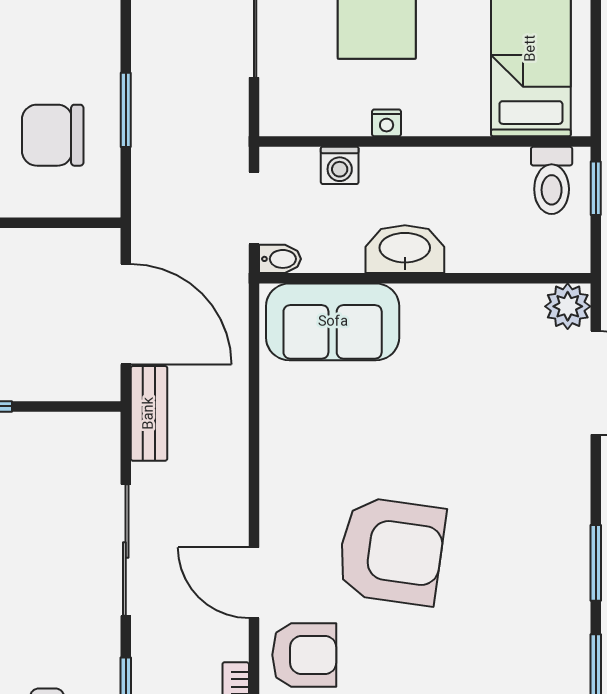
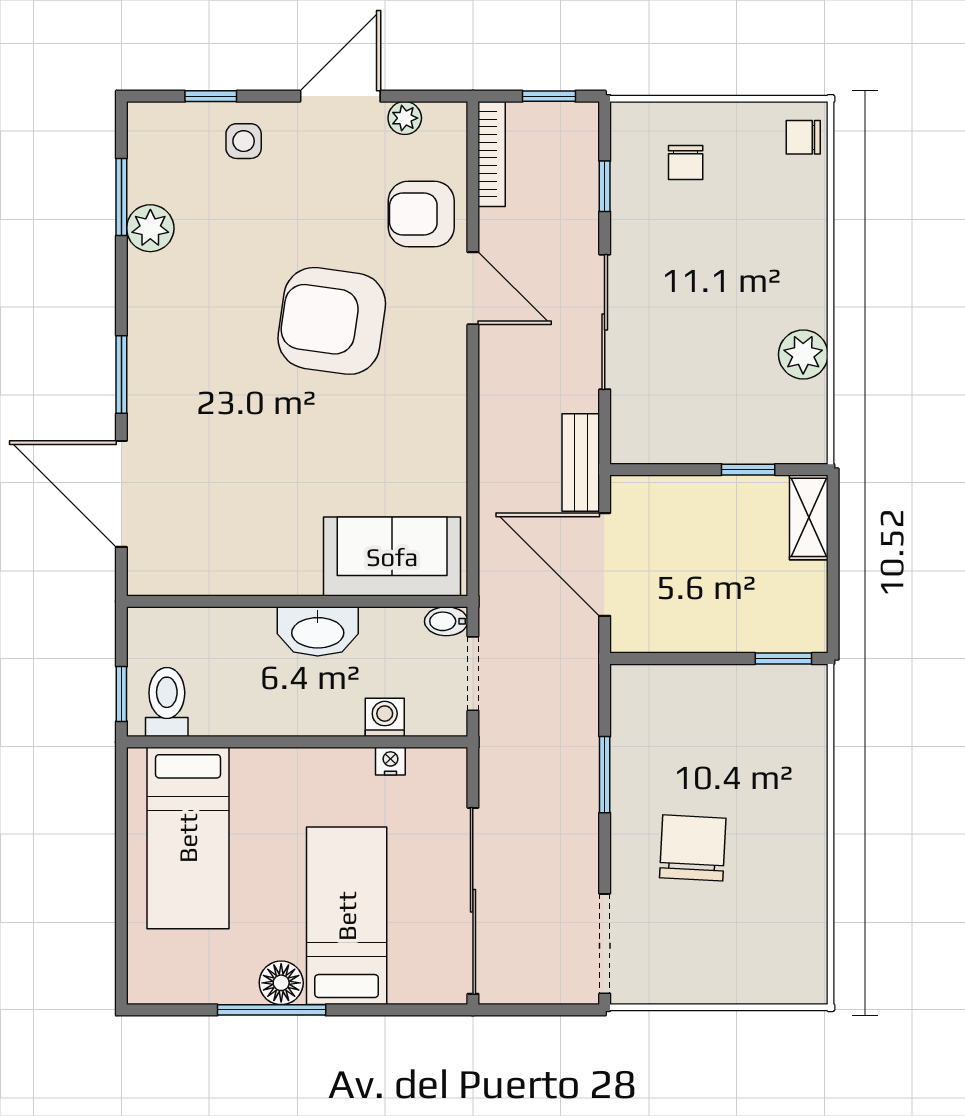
nightstand: (387, 123) -> (390, 761), moved
chair: (53, 135) -> (693, 848), moved, turned -87
plant: (568, 306) -> (150, 228), moved
window: (596, 563) -> (121, 375), moved

